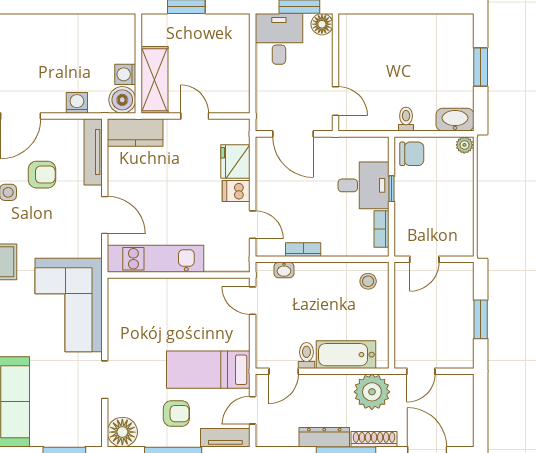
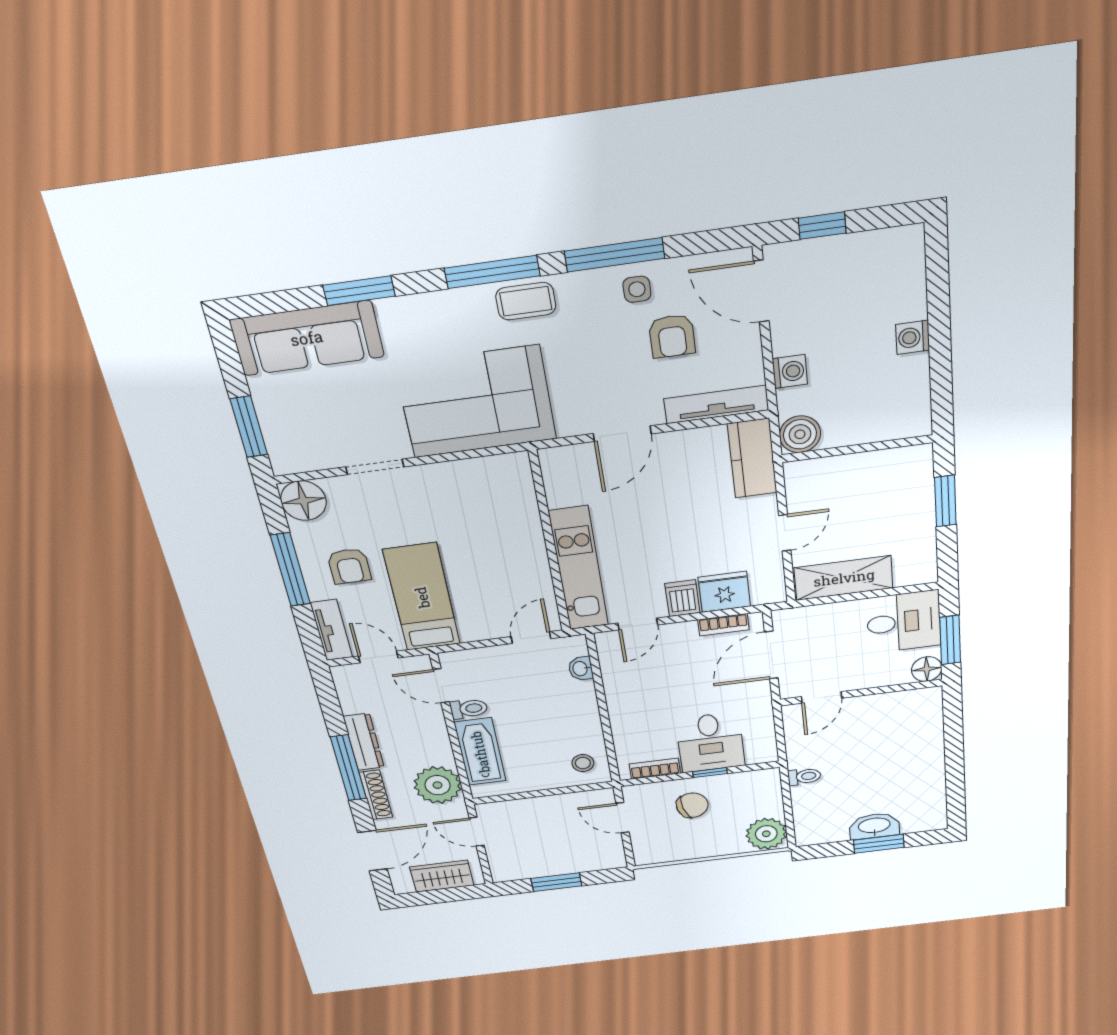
washing machine: (125, 74) -> (913, 337), moved, turned -90
shelving: (154, 80) -> (844, 578), moved
washbasin: (455, 120) -> (874, 826), moved, turned -90
plant: (464, 145) -> (766, 834), width x1.88, depth x1.88
chair: (412, 154) -> (692, 805), moved, turned -105
bookcase: (303, 250) -> (723, 625), moved, turned 90
kitchen unit: (156, 259) -> (579, 569), moved
wardrobe: (461, 406) -> (442, 876), added

